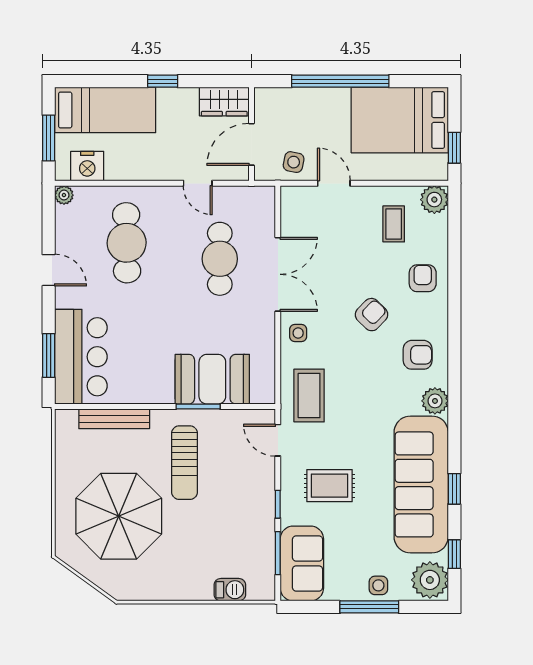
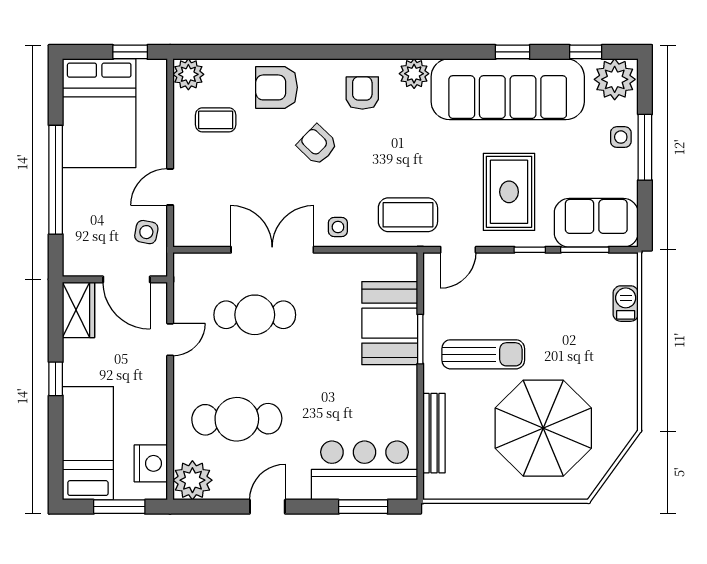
plant: (64, 195) -> (192, 480), width x1.88, depth x1.88
armchair: (423, 278) -> (277, 87), width x1.38, depth x1.38
rug: (329, 486) -> (509, 192), width x1.36, depth x1.43

